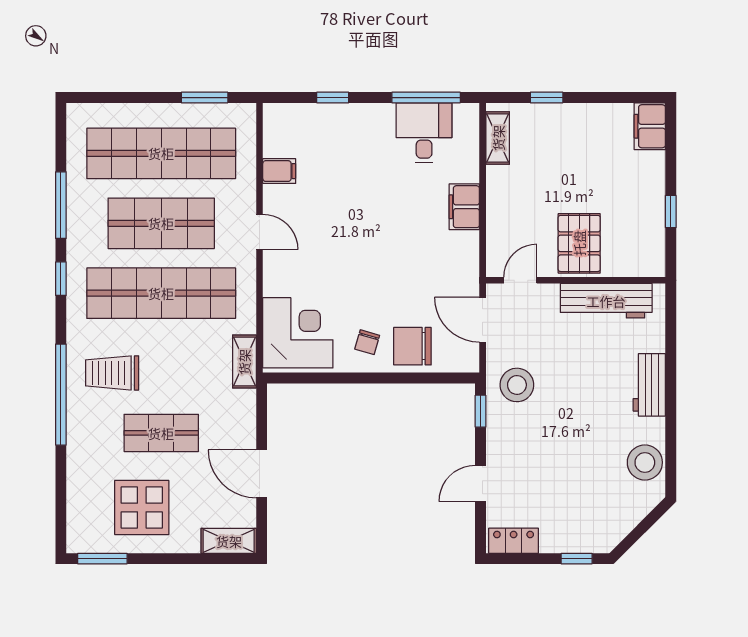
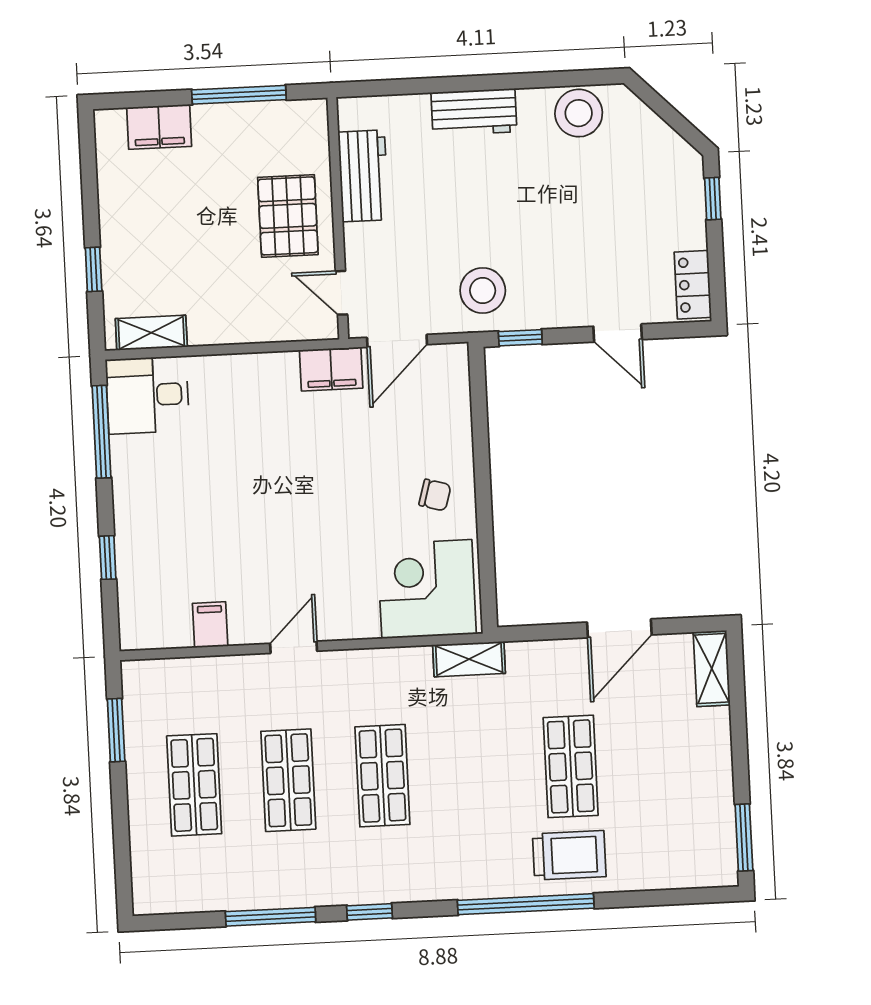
filing cabinet: (650, 126) -> (159, 127), moved
desk: (424, 133) -> (147, 395), moved
shop shelf: (161, 153) -> (194, 785), width x0.50, depth x0.74
filing cabinet: (464, 207) -> (331, 369), moved
window: (671, 212) -> (239, 95), width x2.17
shop shelf: (161, 223) -> (288, 780), width x0.70, depth x0.74
pallet: (579, 243) -> (288, 216), turned 90
shop shelf: (161, 293) -> (382, 776), width x0.50, depth x0.74
workbench: (606, 301) -> (363, 176), width x0.73
chair: (412, 346) -> (437, 434), removed
trolley: (112, 373) -> (569, 855), moved, turned -90
display table: (142, 507) -> (672, 788), removed

